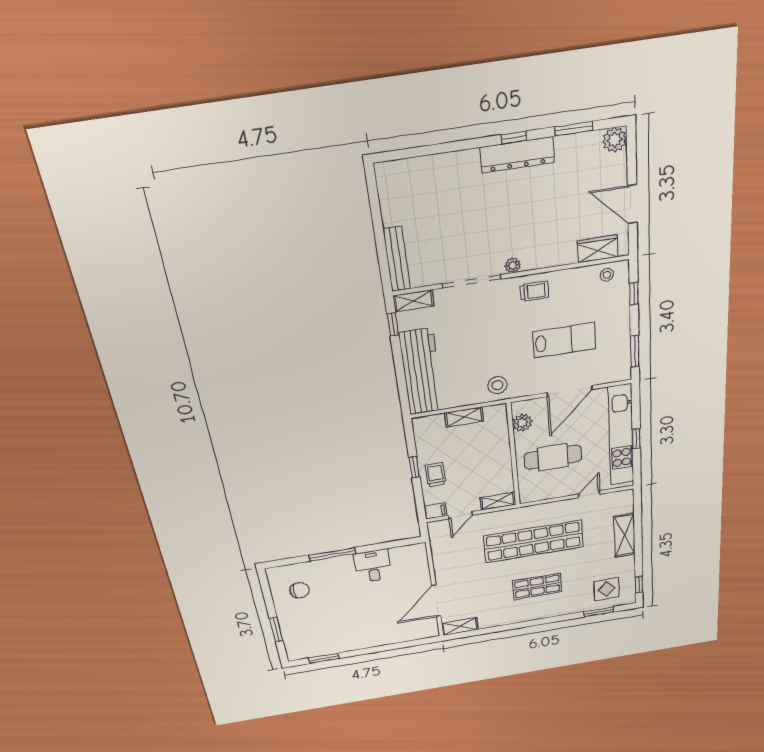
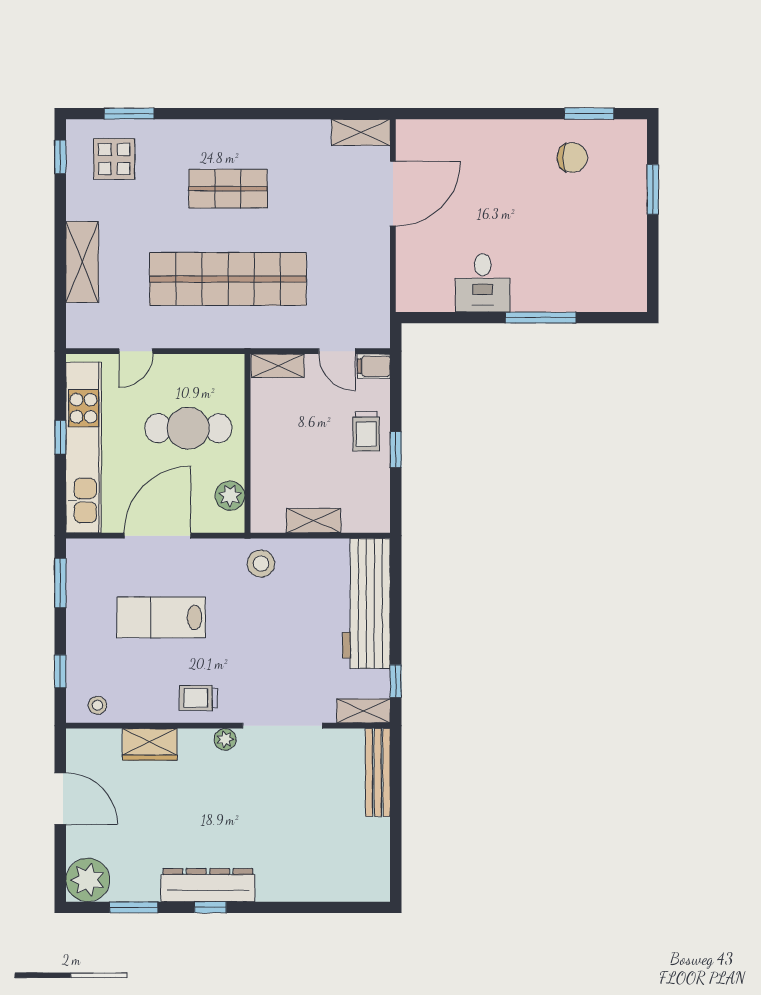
plant: (615, 140) -> (88, 880), width x1.36, depth x1.36
wardrobe: (598, 249) -> (150, 744), moved
door: (460, 515) -> (337, 351), swing flipped
chair: (300, 590) -> (572, 158), moved, turned 180

